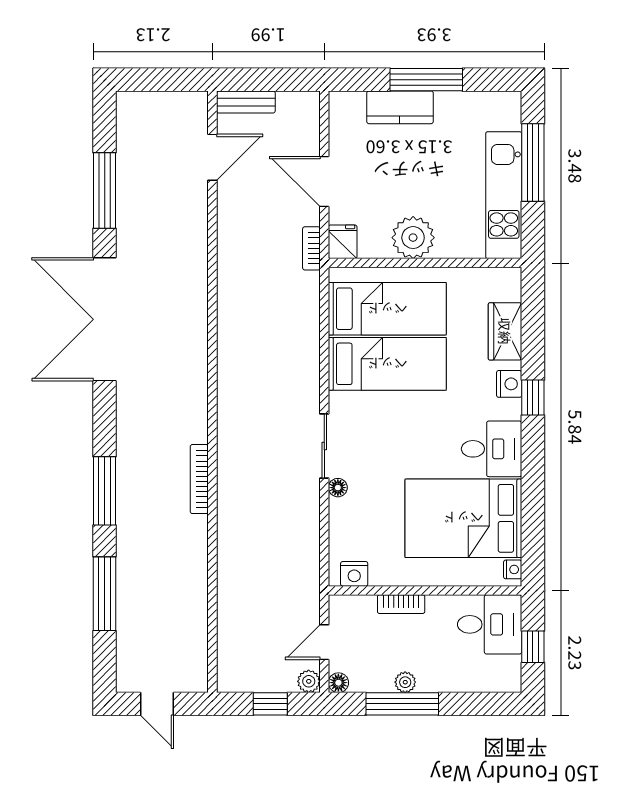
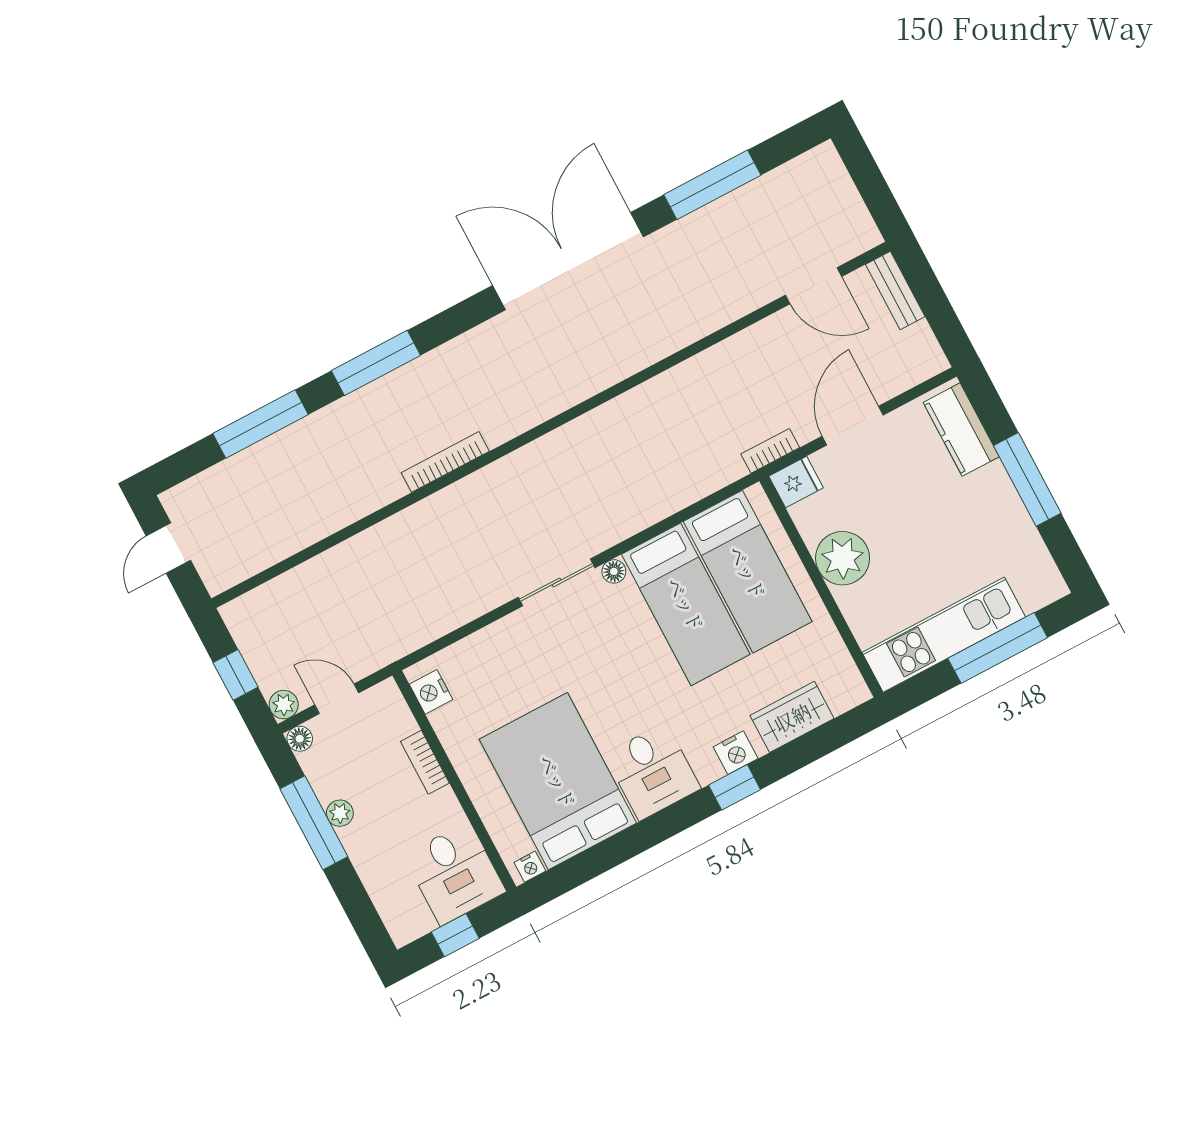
kitchen counter: (400, 107) -> (961, 430), moved
floor lamp: (338, 488) -> (614, 571), moved

